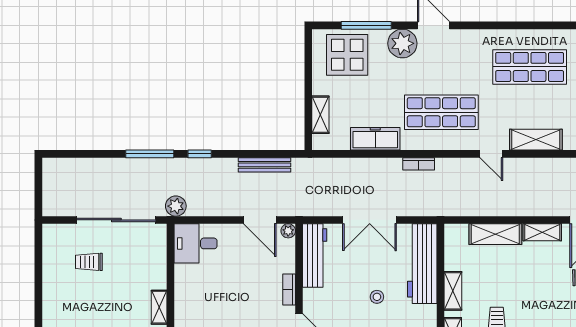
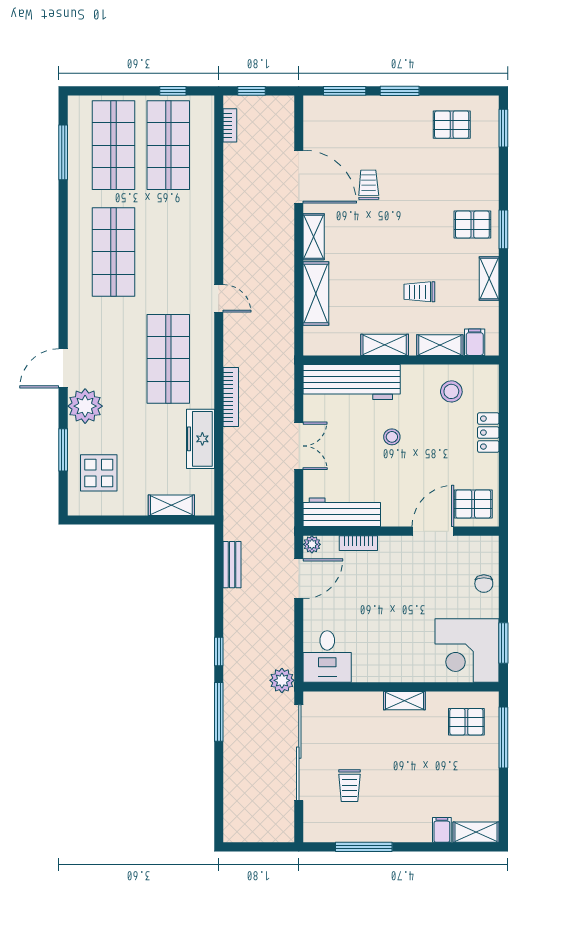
window: (366, 25) -> (63, 450), width x0.69
display table: (347, 55) -> (99, 473), width x0.73, depth x0.73
shelving: (536, 140) -> (202, 244), removed
door: (491, 154) -> (219, 298), hinge flipped
bookcase: (419, 164) -> (231, 397), width x1.56
bench: (265, 165) -> (232, 565), width x0.73
double door: (370, 220) -> (299, 446), width x0.73
window: (38, 274) -> (364, 847), added
bookcase: (289, 290) -> (358, 543), moved

